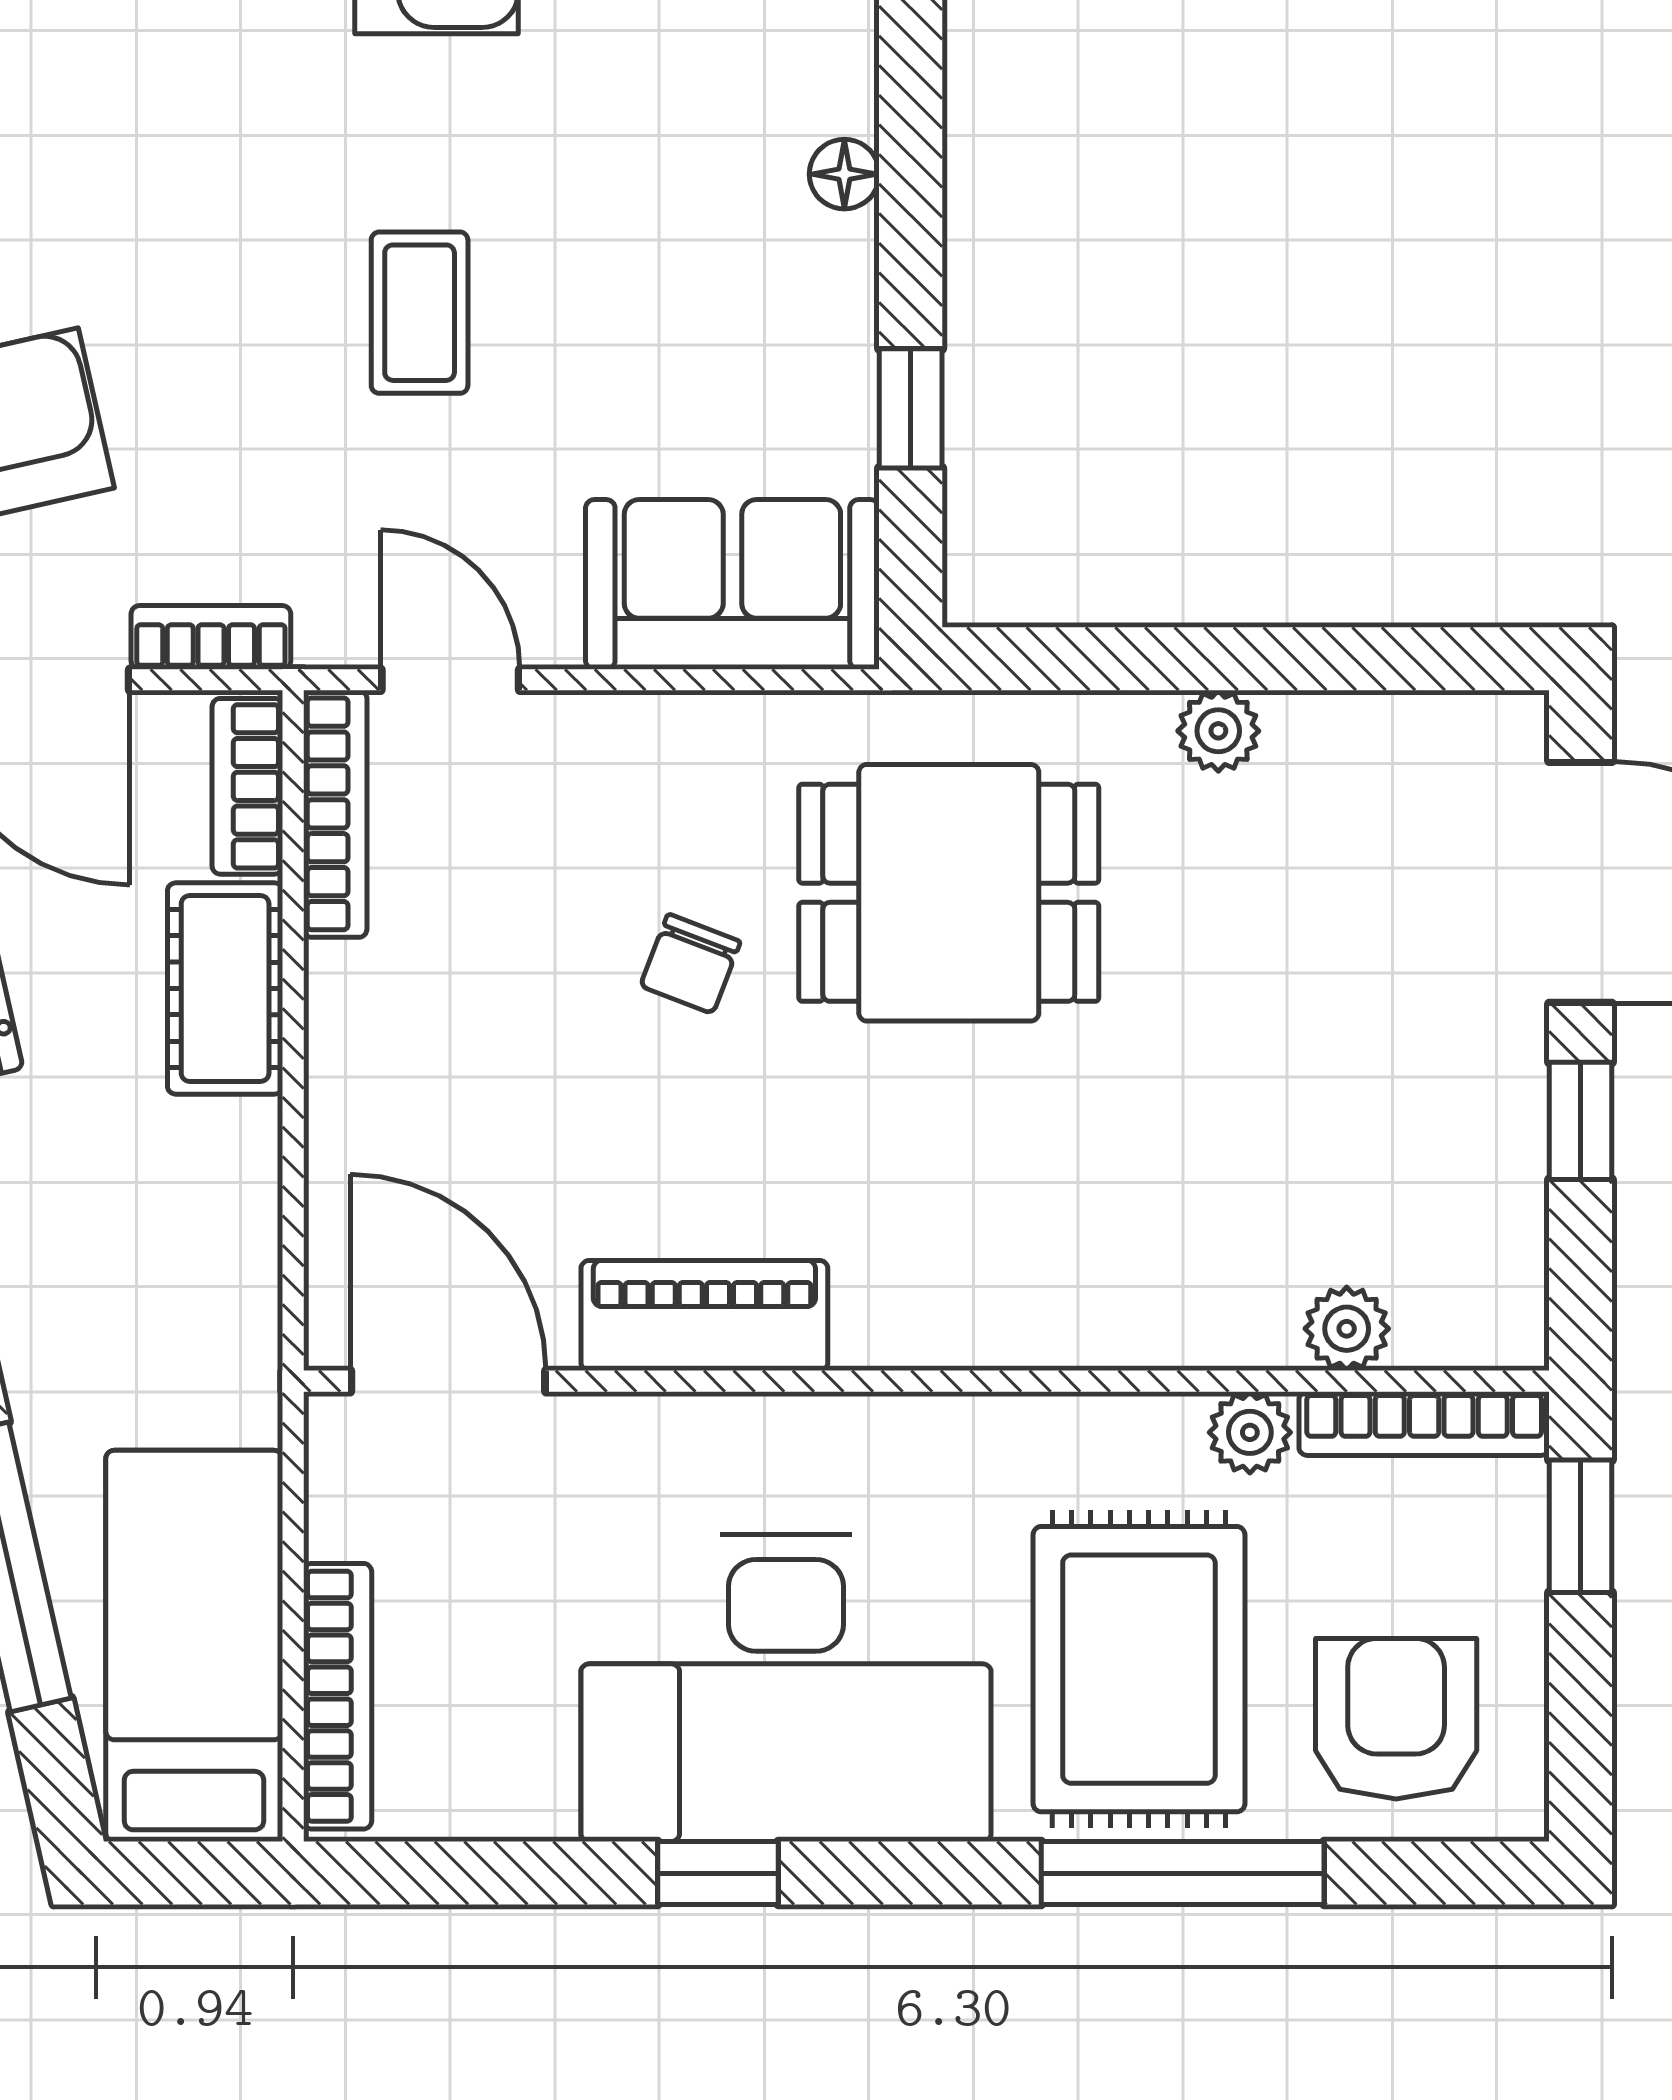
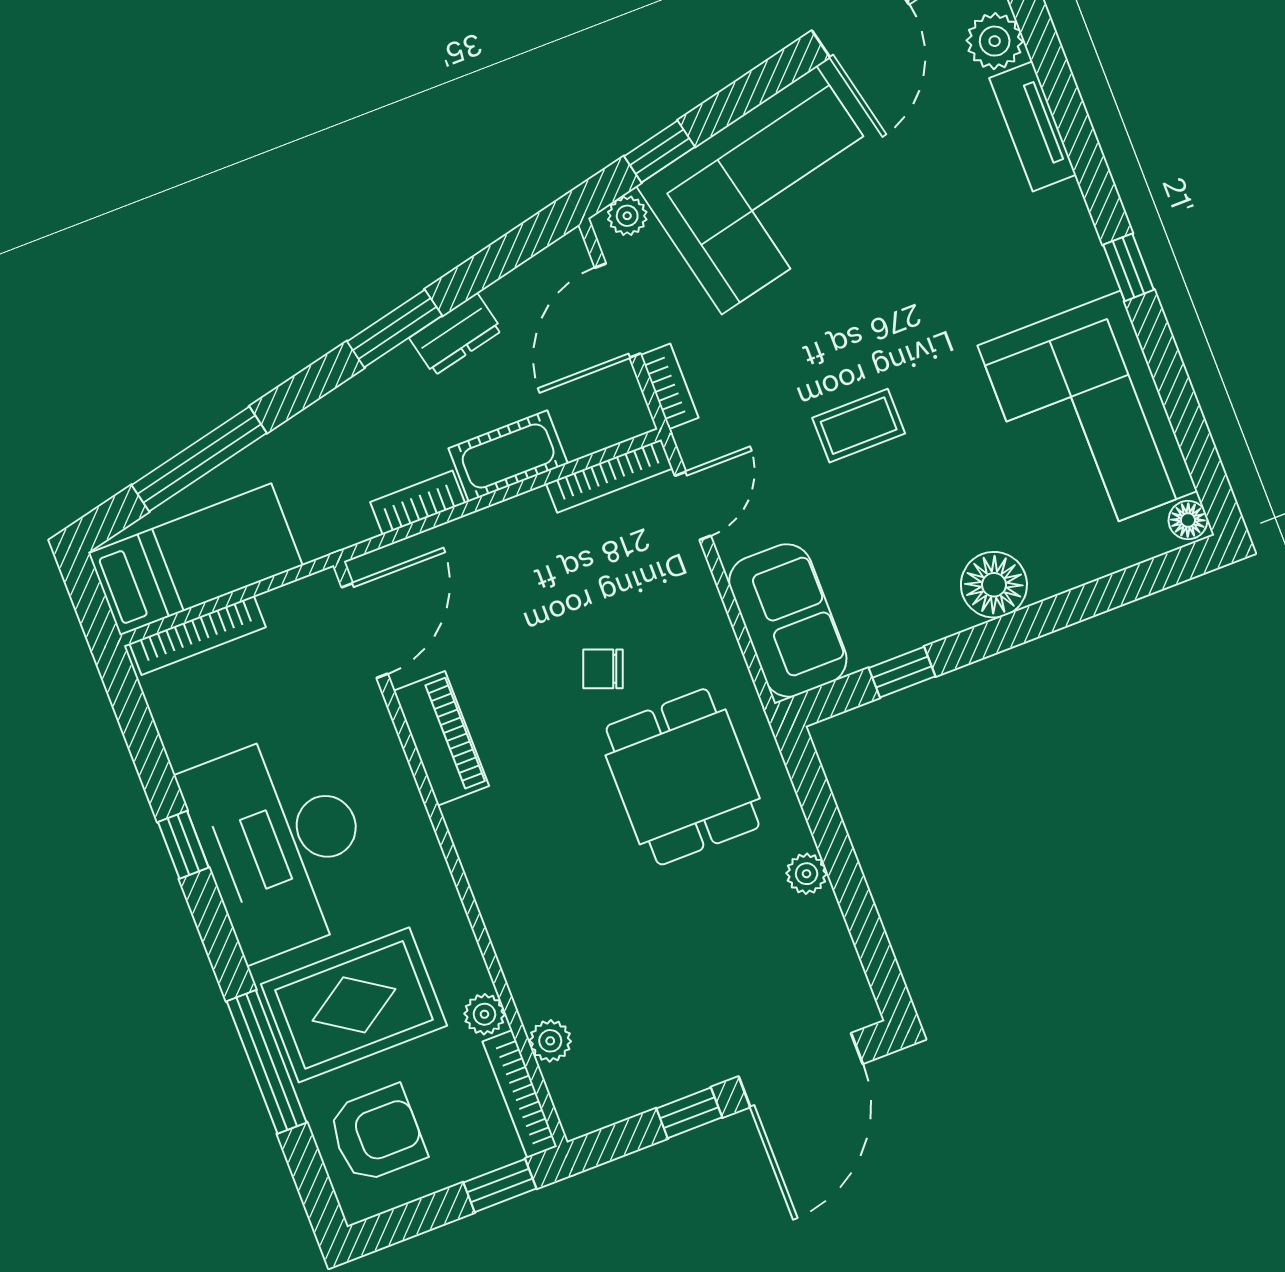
floor lamp: (844, 174) -> (994, 585), width x1.89, depth x1.89
bookcase: (247, 786) -> (418, 503), moved

